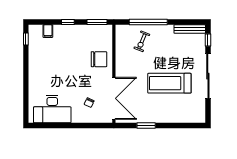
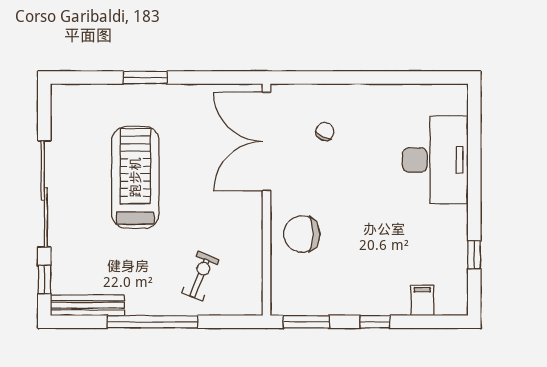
window: (148, 22) -> (152, 322), moved
window: (26, 39) -> (474, 255), moved
treadmill: (169, 83) -> (135, 177), turned -90
desk: (52, 109) -> (435, 160), moved, turned 90
window: (146, 125) -> (145, 78), moved

